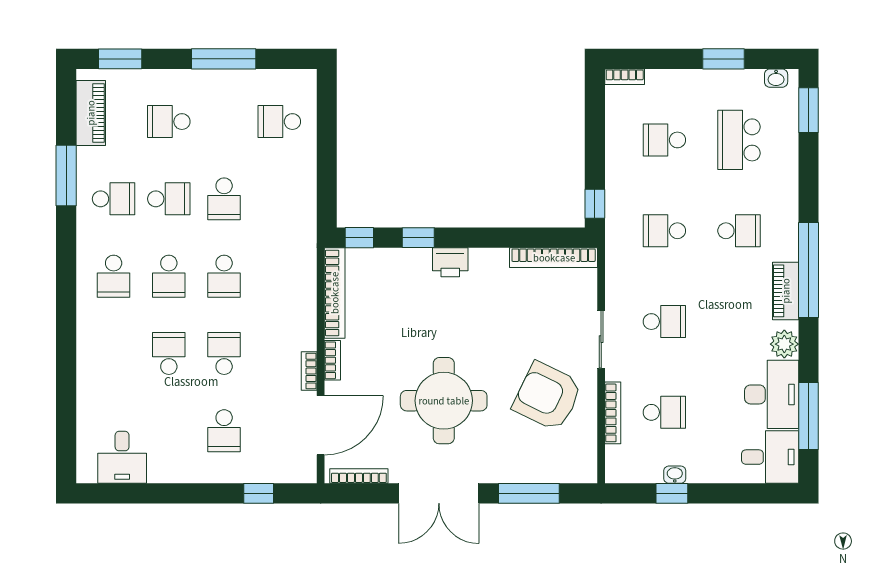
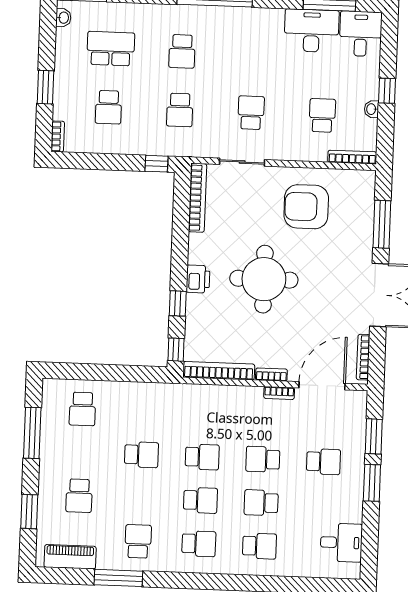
window: (120, 59) -> (29, 512), moved
window: (224, 59) -> (32, 433), moved
window: (724, 59) -> (46, 87), moved
school desk: (739, 140) -> (111, 49), turned 180
school desk: (169, 199) -> (259, 546), moved, turned 90
school desk: (739, 231) -> (182, 51), turned 180
piano: (786, 291) -> (231, 17), removed
sliding door: (601, 339) -> (242, 162), moved
plant: (784, 344) -> (272, 19), removed
armchair: (547, 396) -> (306, 207), turned 64
round table: (444, 401) -> (264, 279), moved
bookcase: (613, 413) -> (352, 157), moved
door: (321, 425) -> (322, 386), hinge flipped
window: (199, 493) -> (372, 483), added
window: (259, 493) -> (374, 436), width x1.50
window: (672, 493) -> (387, 91), moved

